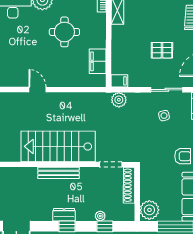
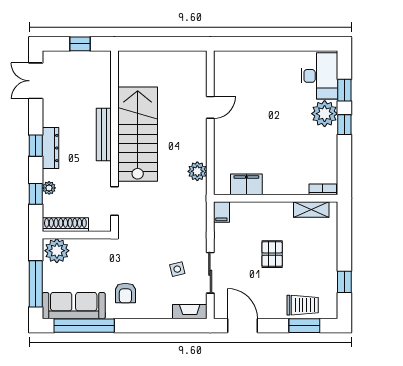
round table: (64, 32) -> (284, 142), removed
pallet: (162, 50) -> (272, 254), moved
plant: (119, 100) -> (197, 171), moved
shoe rack: (129, 185) -> (65, 225), moved
dresser: (64, 215) -> (50, 148), width x1.44

